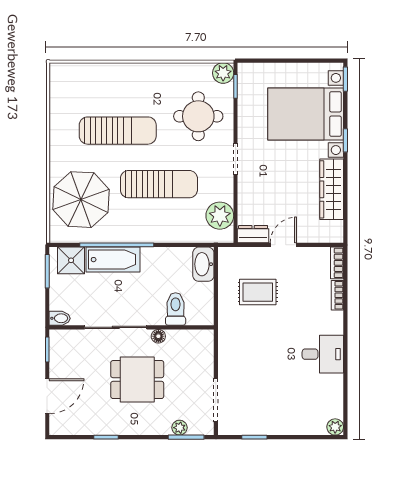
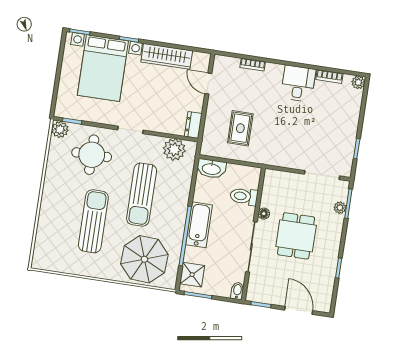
sun lounger: (159, 184) -> (142, 195), turned 180
door: (283, 245) -> (208, 84), moved
bathtub: (113, 260) -> (199, 225), moved
bookcase: (337, 263) -> (329, 76), moved

